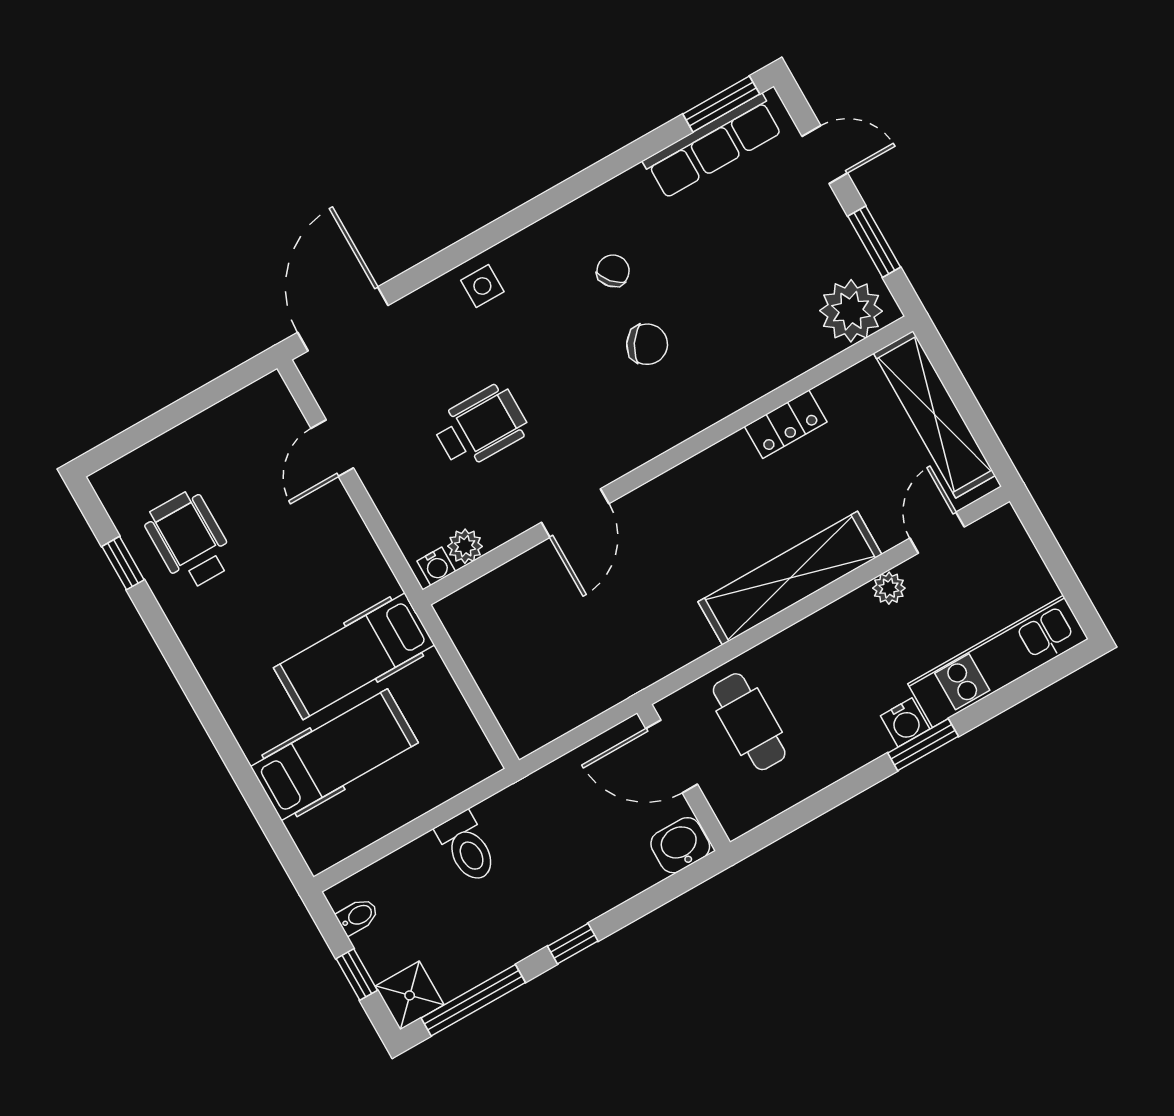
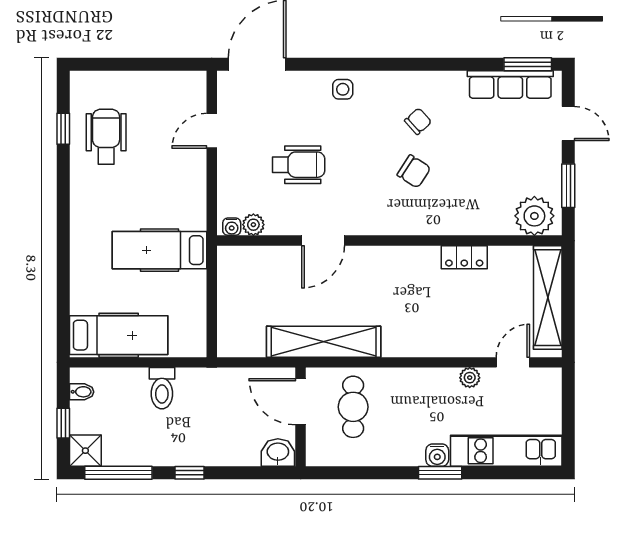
shelving: (790, 578) -> (324, 342), moved
hospital bed: (334, 755) -> (119, 335), moved

